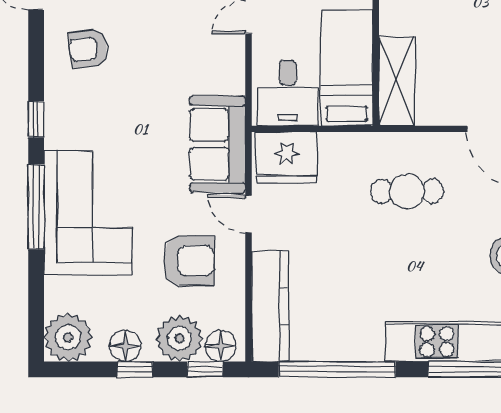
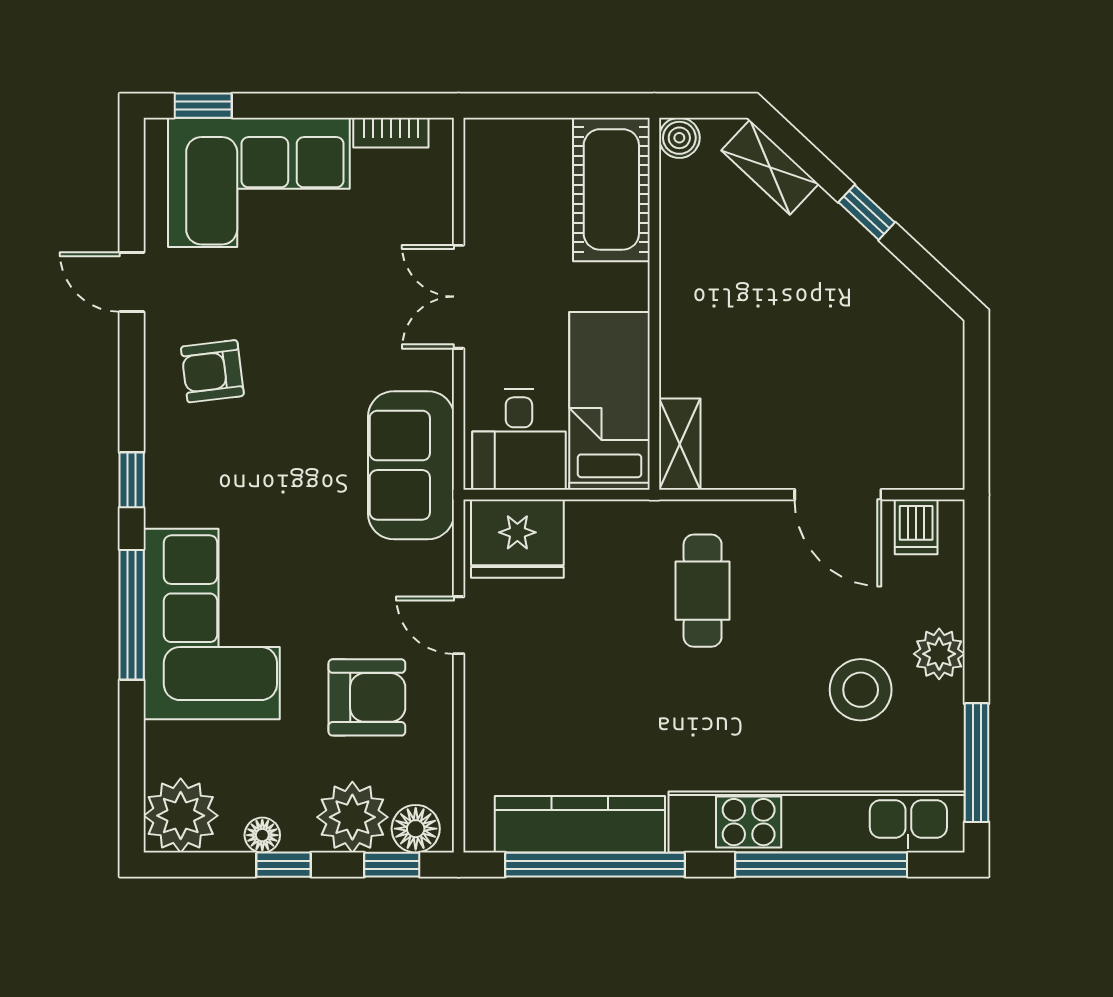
shelving: (397, 81) -> (680, 444), width x0.67, depth x0.75
sofa: (218, 144) -> (411, 465), moved
cafe table: (407, 191) -> (703, 591), turned 90
kitchen counter: (270, 306) -> (580, 824), moved, turned -90
floor lamp: (125, 346) -> (262, 835), width x0.73, depth x0.73

